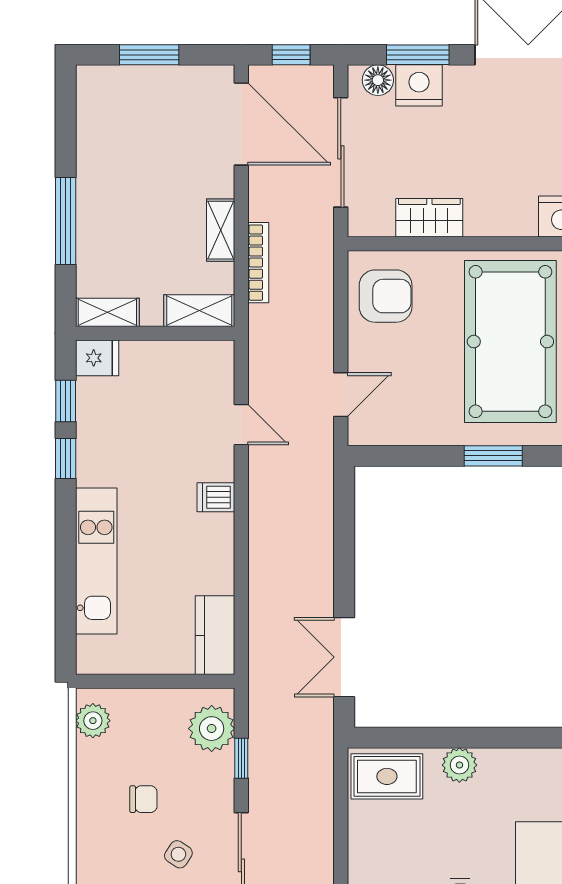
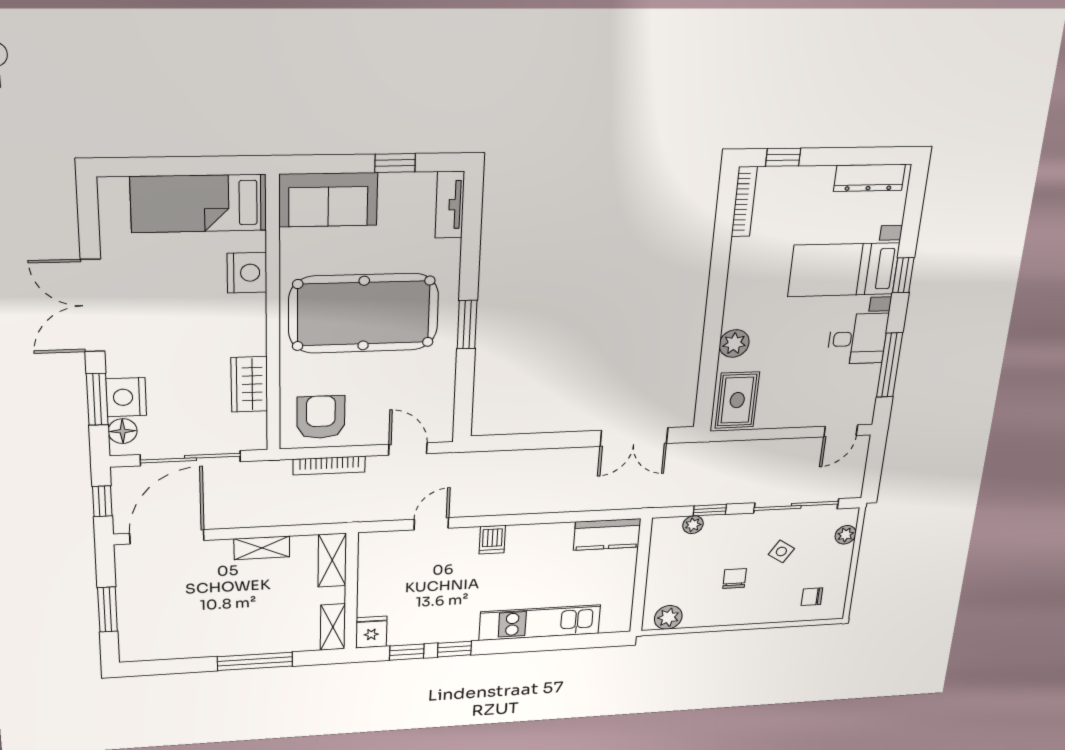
bookcase: (258, 263) -> (329, 466), moved, turned 180
plant: (212, 729) -> (693, 525), width x0.53, depth x0.53

